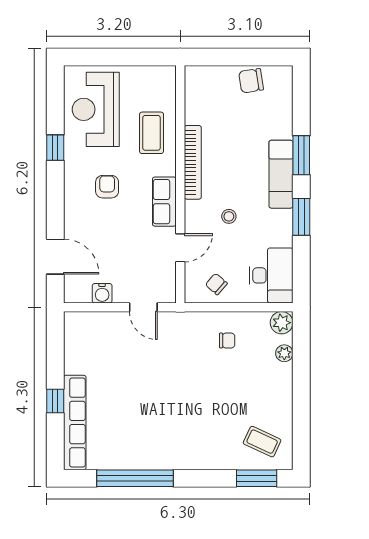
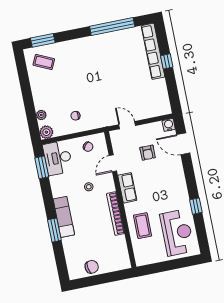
armchair: (107, 187) -> (148, 153), moved
window: (301, 217) -> (42, 167), moved
water cooler: (102, 293) -> (169, 125), moved

